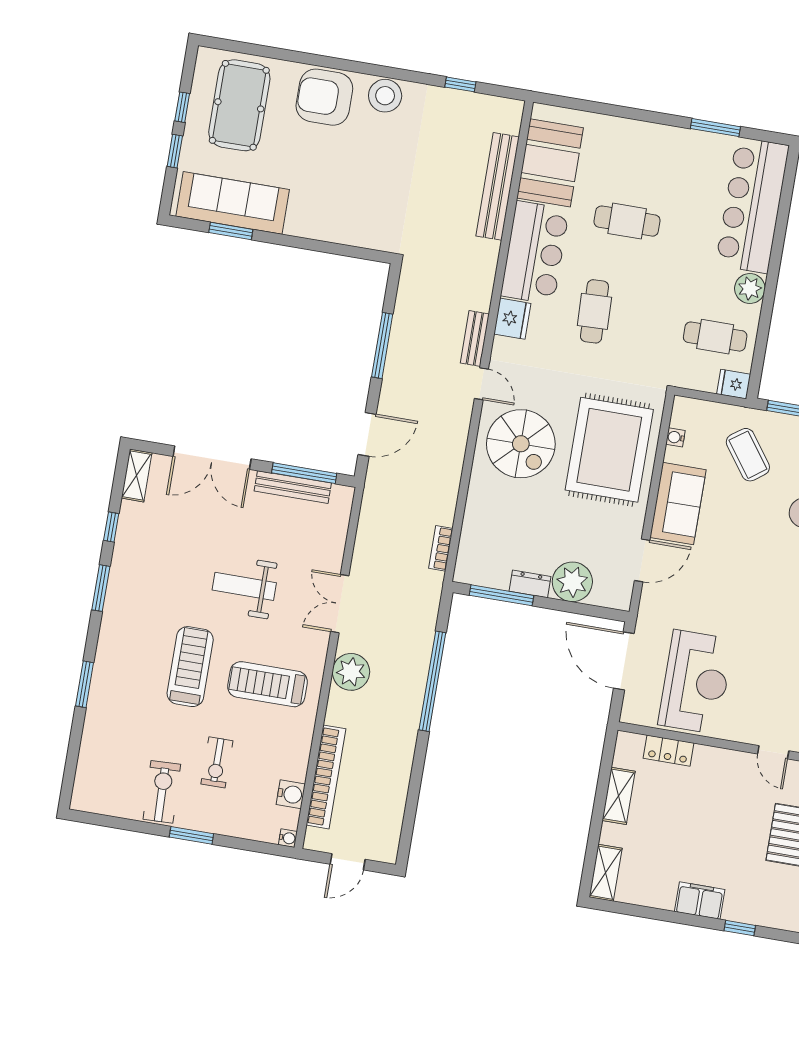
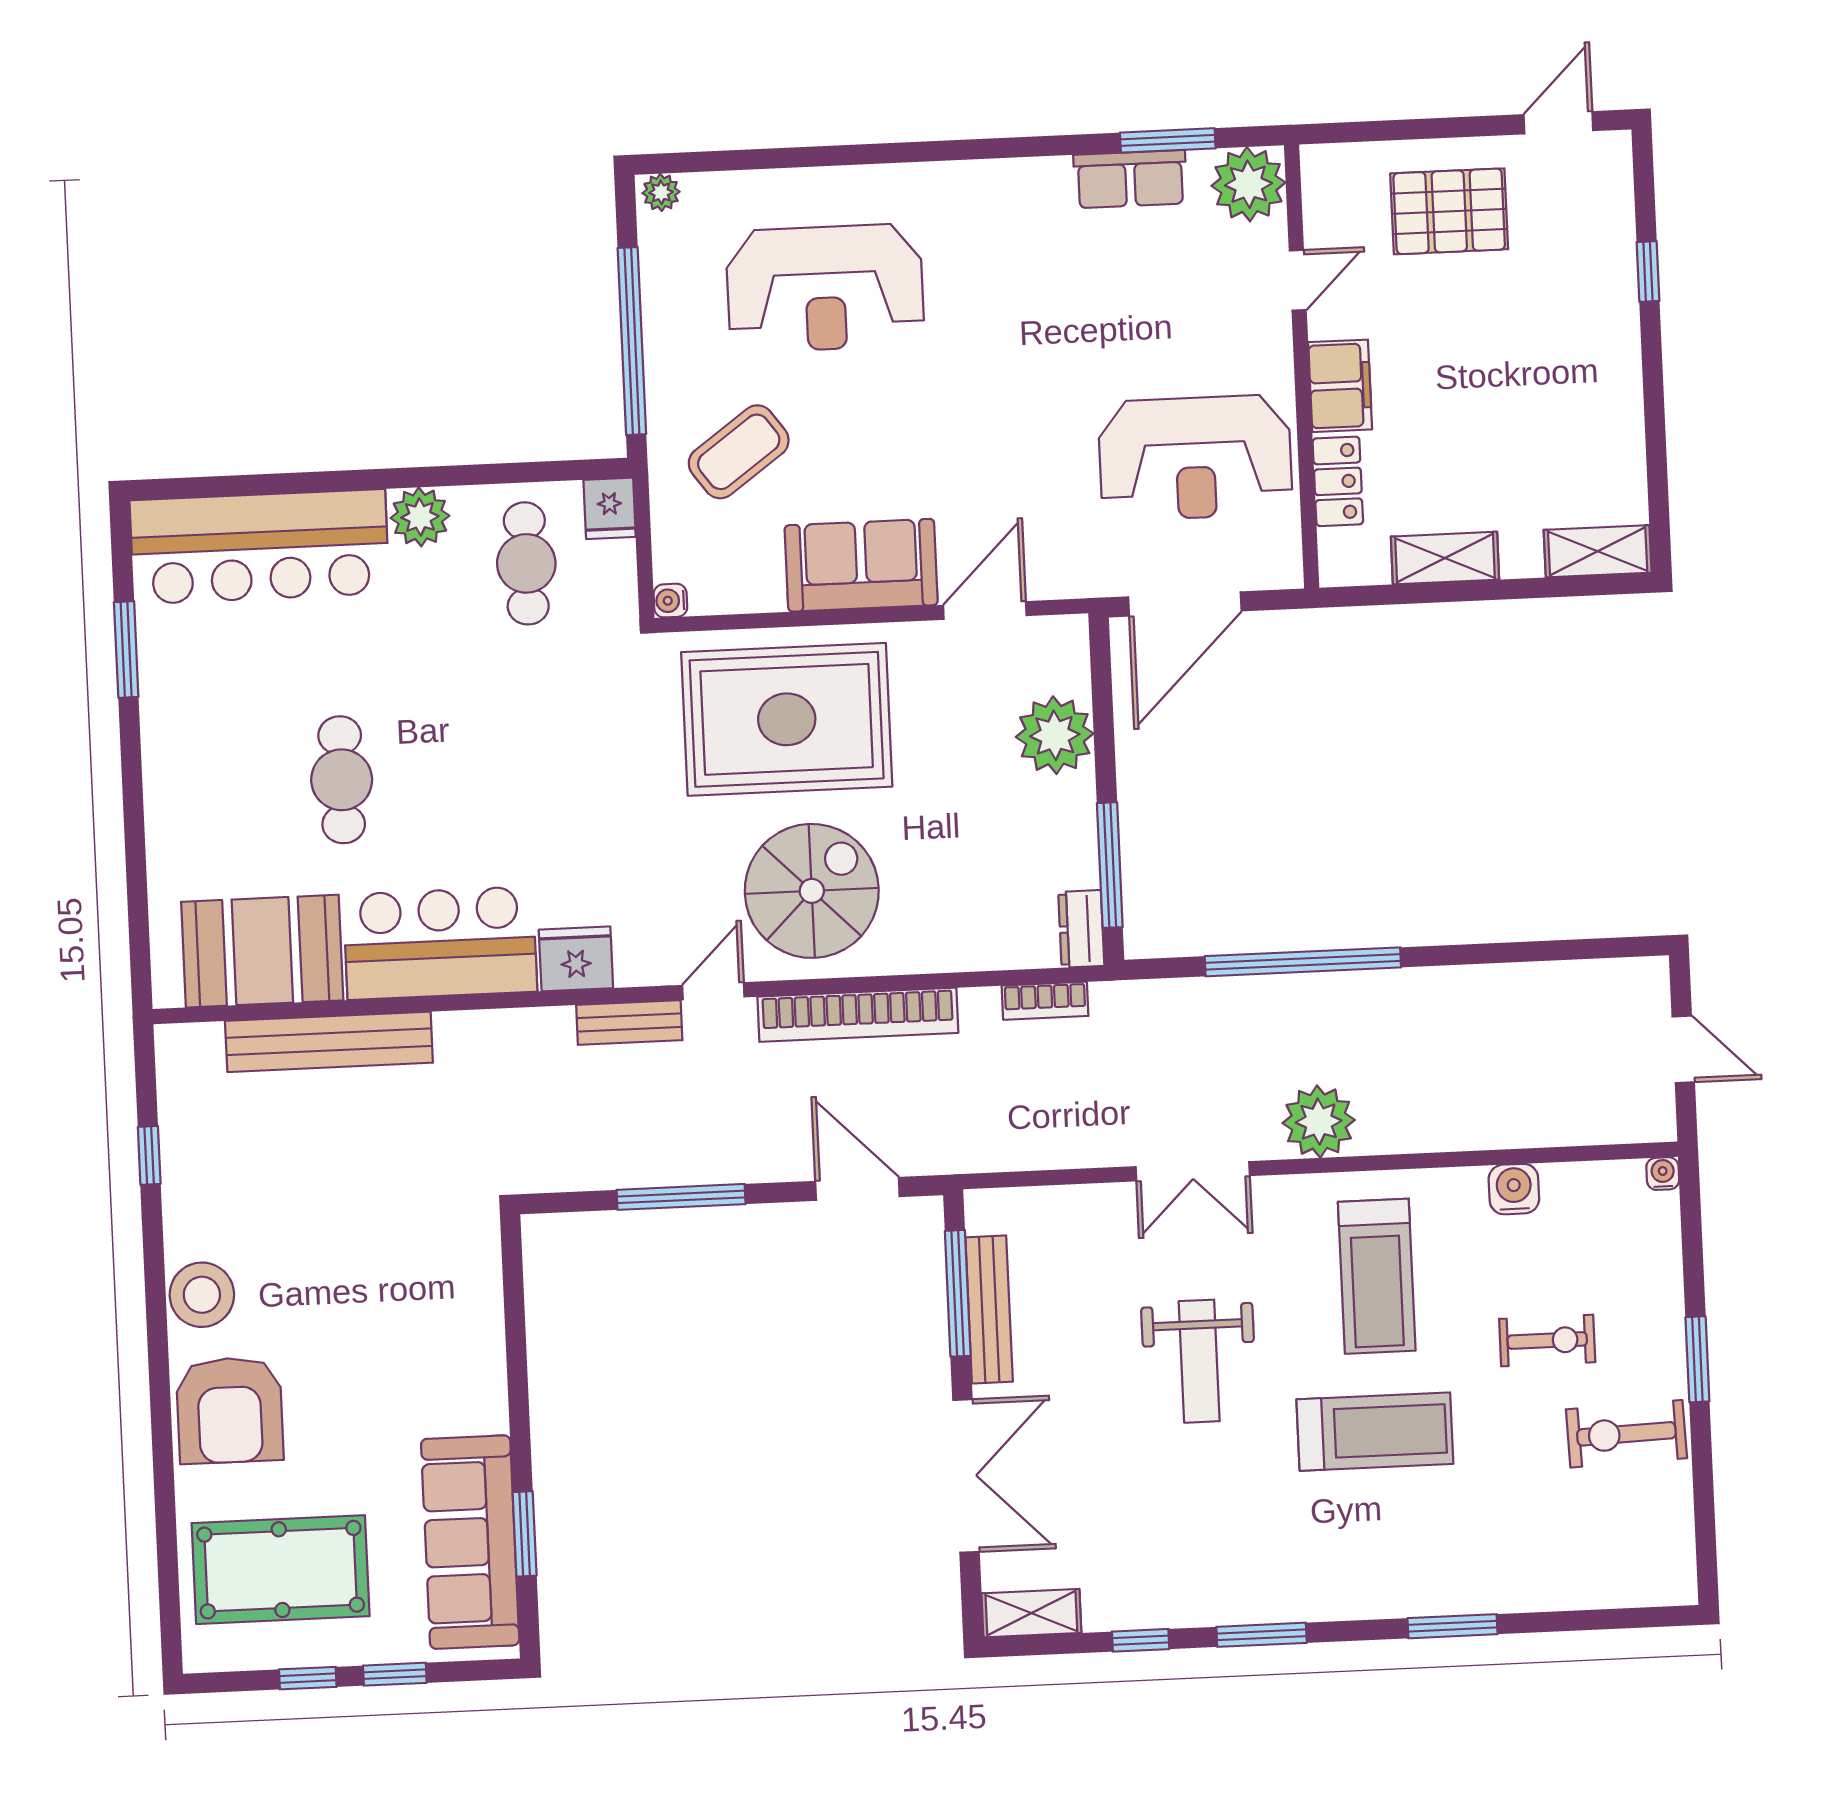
cafe table: (594, 311) -> (528, 805), removed
water cooler: (675, 437) -> (670, 601), moved, turned 90
door: (642, 560) -> (985, 610), hinge flipped
dresser: (530, 584) -> (1081, 929), moved
treadmill: (190, 667) -> (1375, 1432), turned 180
reception desk: (696, 682) -> (1195, 458), turned 180
bookcase: (326, 777) -> (858, 1015), moved, turned 180
water cooler: (291, 794) -> (1514, 1189), moved
filing cabinet: (700, 901) -> (1340, 386), moved, turned 180

